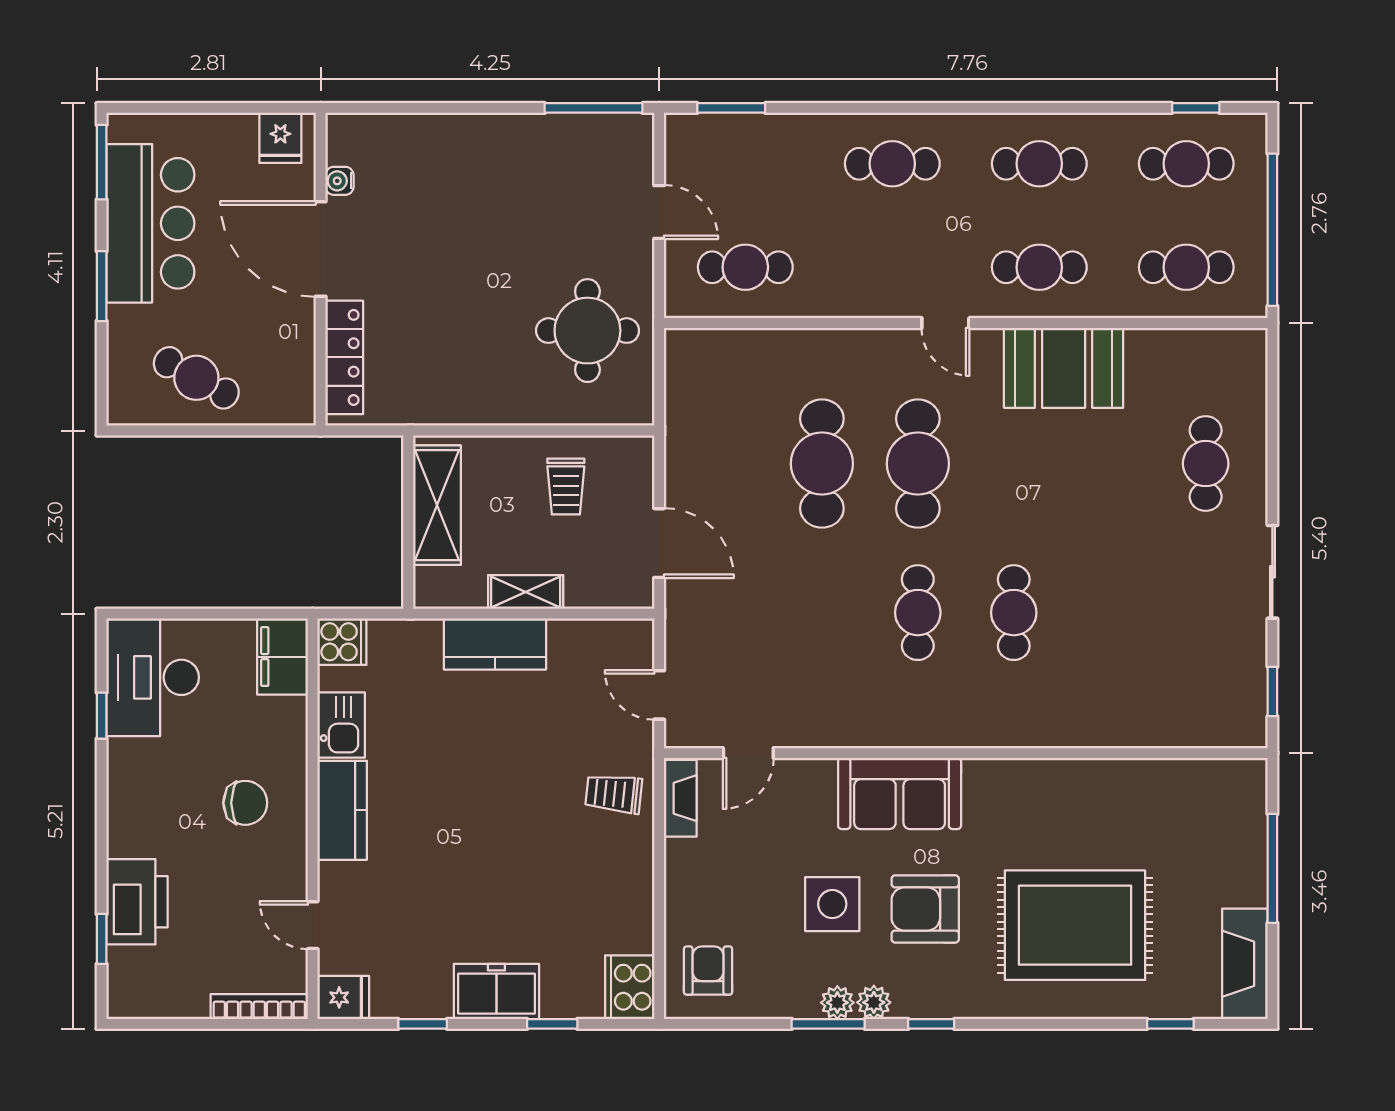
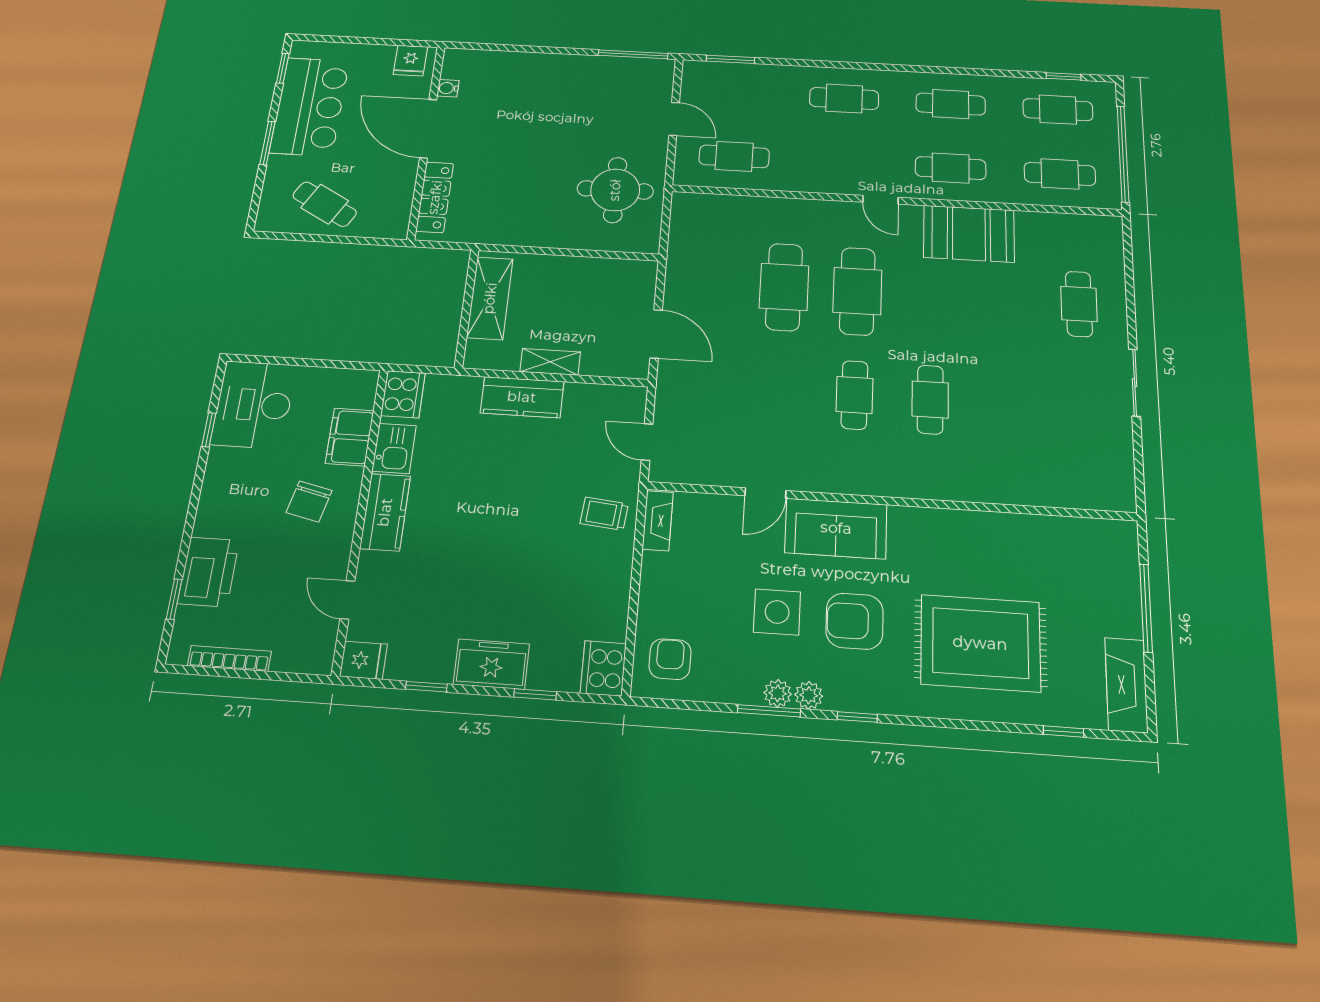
window: (102, 162) -> (283, 68), width x0.67
trolley: (566, 486) -> (589, 291), removed
cooker: (342, 642) -> (403, 394), width x1.36
filing cabinet: (283, 657) -> (350, 437), moved
window: (1272, 691) -> (1139, 470), removed
door: (748, 753) -> (765, 493), moved
chair: (245, 803) -> (309, 502), turned 103
bookcase: (259, 1007) -> (229, 658), moved

